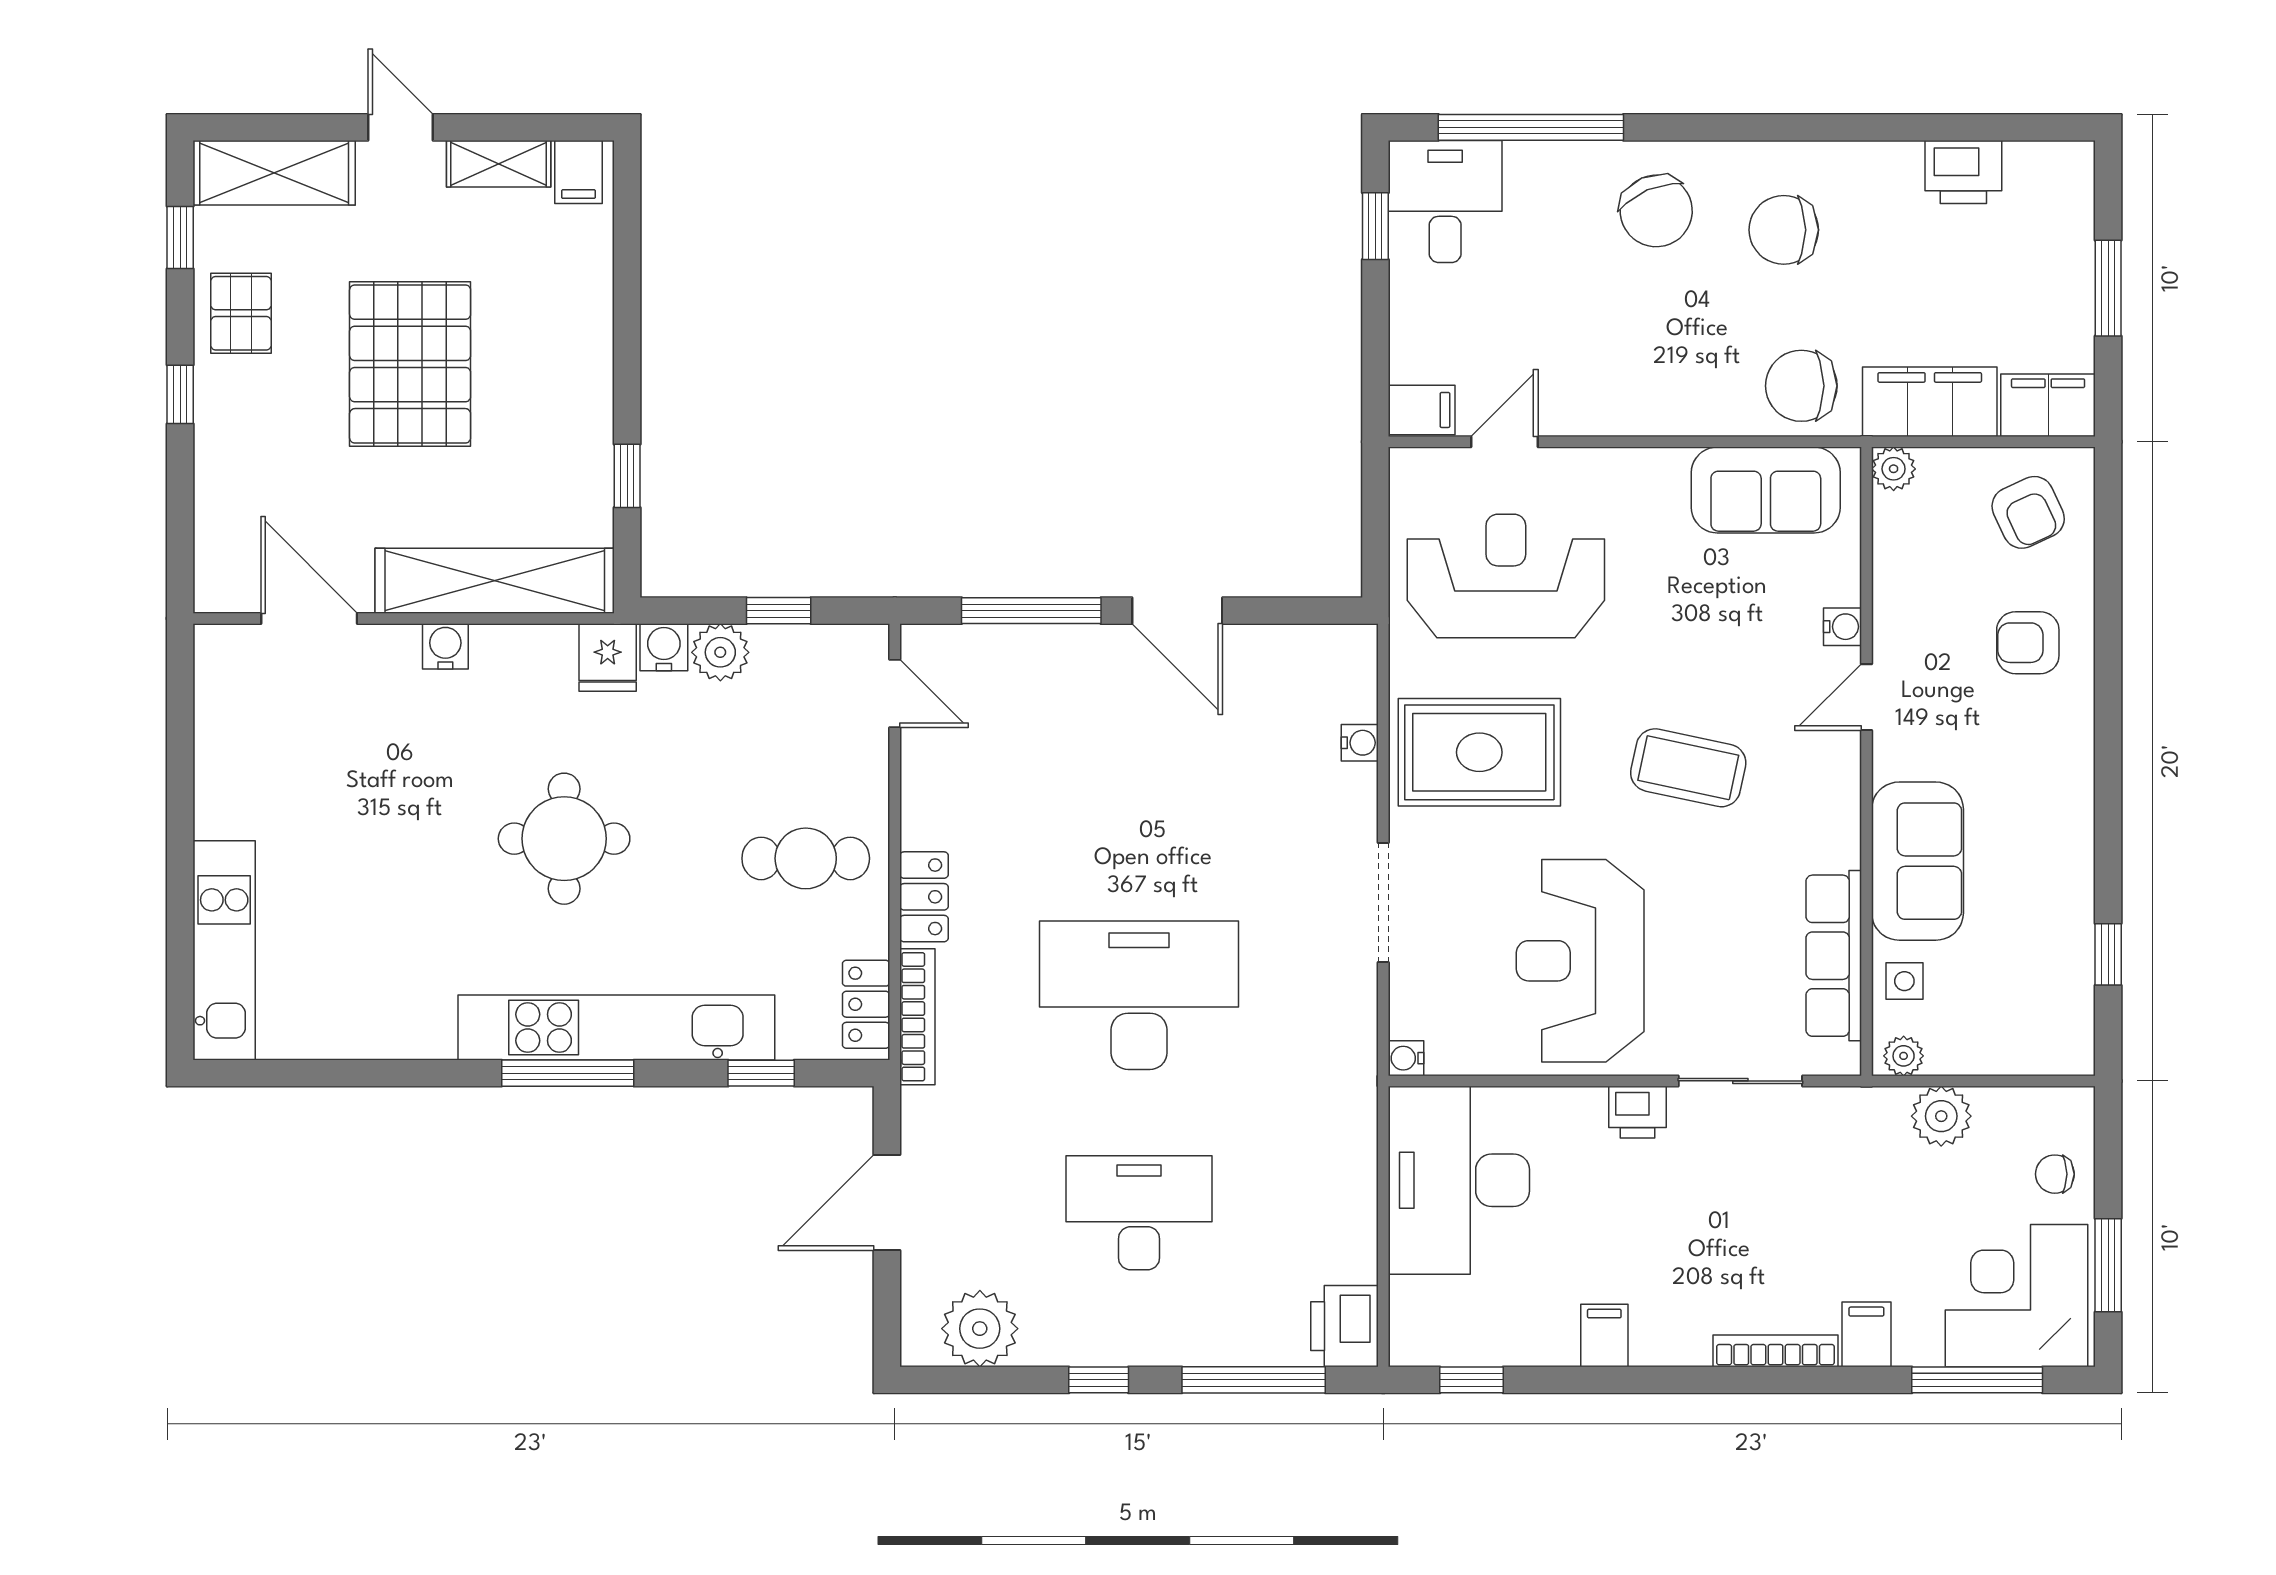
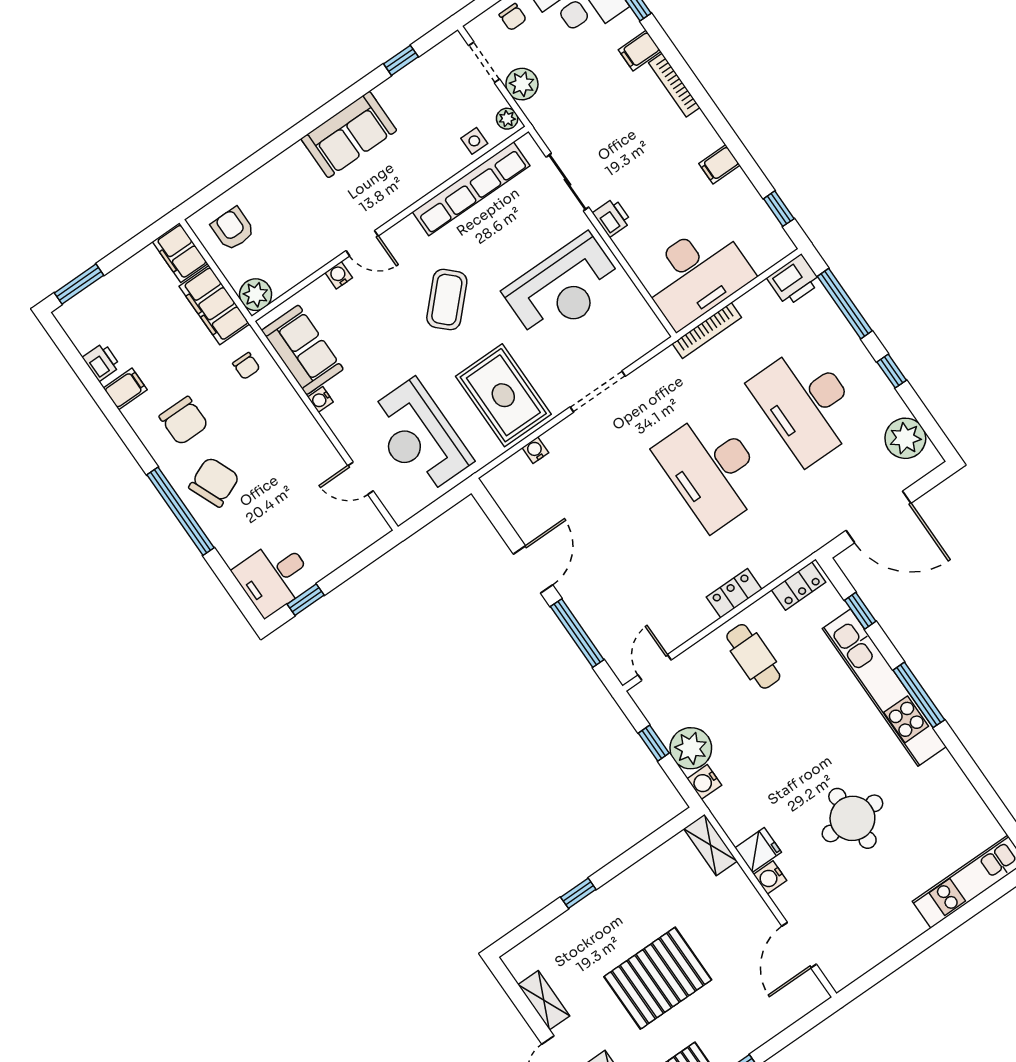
window: (1531, 127) -> (180, 511), moved
filing cabinet: (578, 172) -> (523, 963), removed
printer: (1963, 172) -> (102, 362), width x0.73, depth x0.81
window: (2108, 288) -> (79, 284), moved
chair: (1801, 386) -> (246, 366), width x0.54, depth x0.54
filing cabinet: (1422, 410) -> (125, 389), moved, turned 90
plant: (1894, 469) -> (256, 295), width x1.38, depth x1.38
window: (627, 476) -> (578, 893), moved
armchair: (2028, 512) -> (233, 229), turned -65
shelving: (495, 581) -> (710, 845), width x0.45, depth x0.75
armchair: (2028, 643) -> (290, 190), removed
plant: (720, 652) -> (691, 748), width x1.36, depth x1.36
fridge: (608, 658) -> (758, 850), moved
coffee table: (1688, 768) -> (447, 300), turned 32
round table: (564, 839) -> (852, 818), moved
sofa: (1918, 861) -> (349, 134), moved, turned 180
row of seats: (1834, 956) -> (471, 189), width x1.36
bookcase: (917, 1017) -> (707, 330), moved, turned 180
water cooler: (1406, 1058) -> (320, 399), moved, turned 90
doorway: (2015, 1081) -> (484, 62), added
door: (887, 1203) -> (879, 517), width x1.36
desk: (1139, 1213) -> (807, 404), width x1.36, depth x1.30

